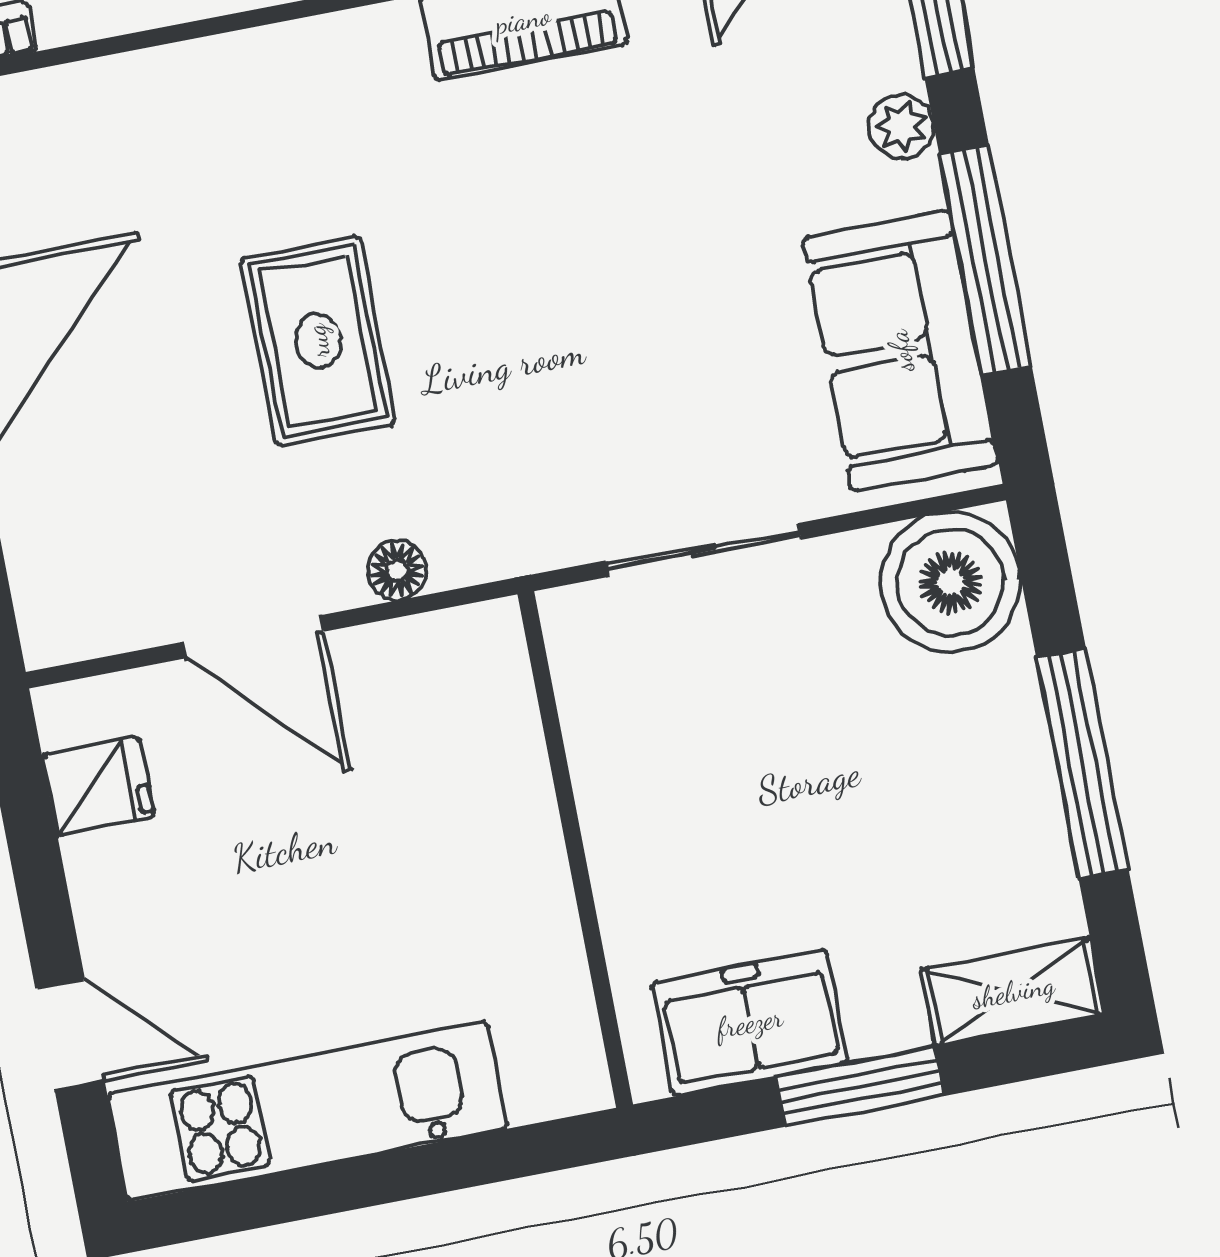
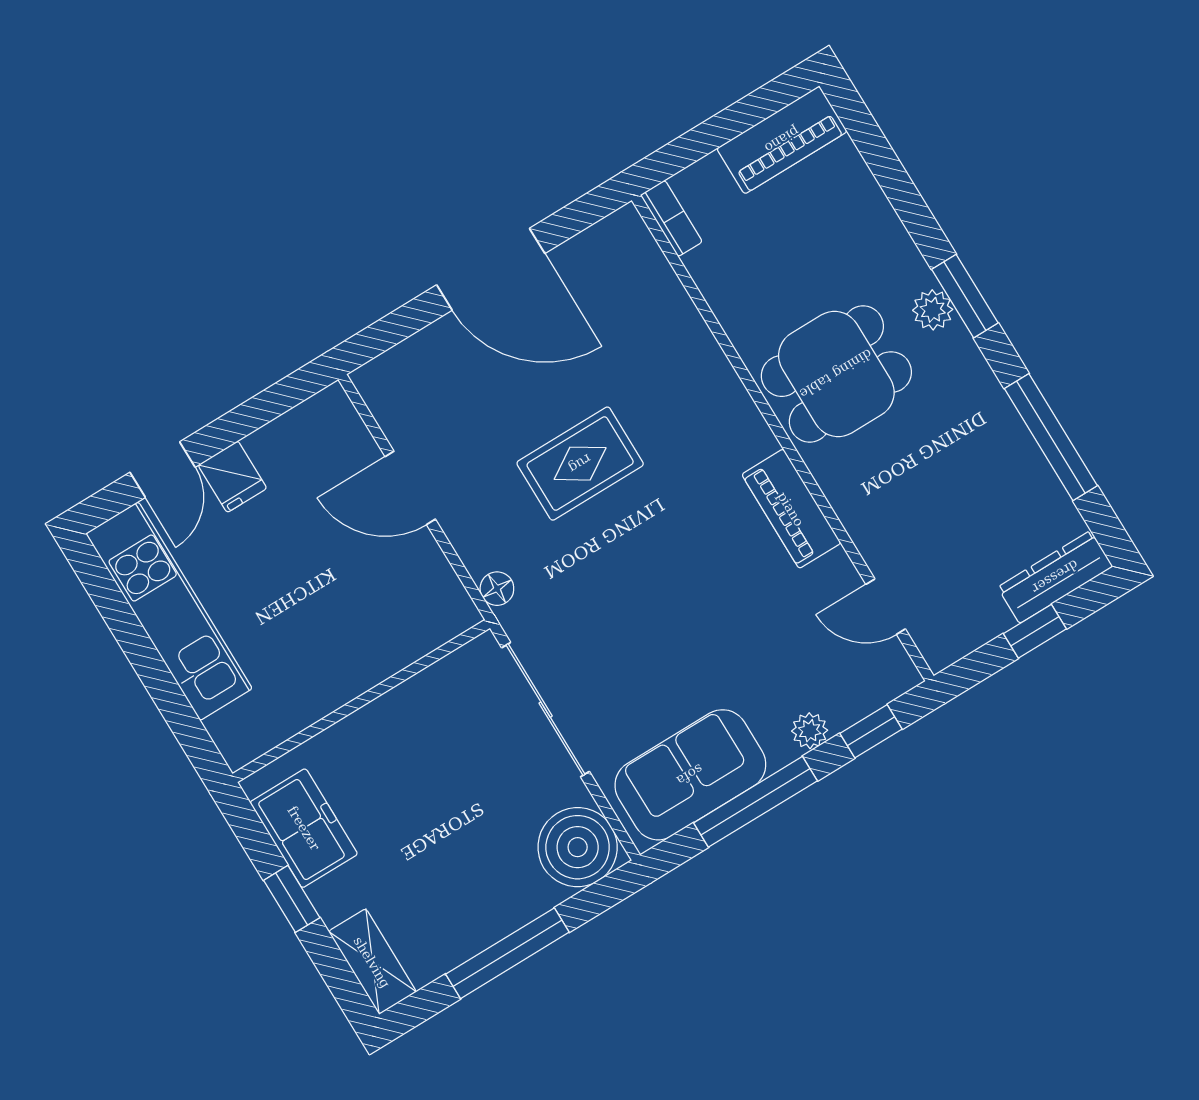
sliding door: (703, 550) -> (546, 710), width x1.37
floor lamp: (397, 570) -> (497, 589), moved
door: (253, 637) -> (410, 488), hinge flipped
fridge: (98, 786) -> (232, 477), moved
window: (859, 1087) -> (292, 899), width x0.67

